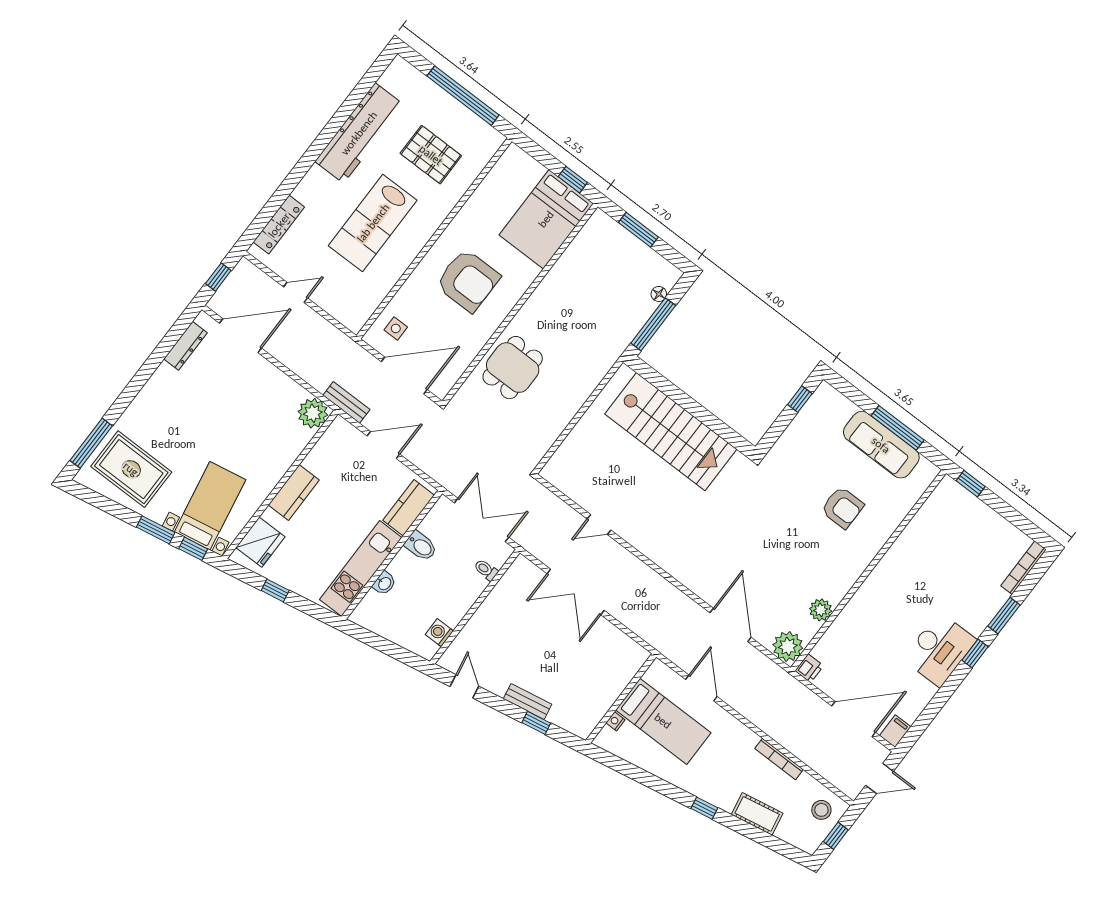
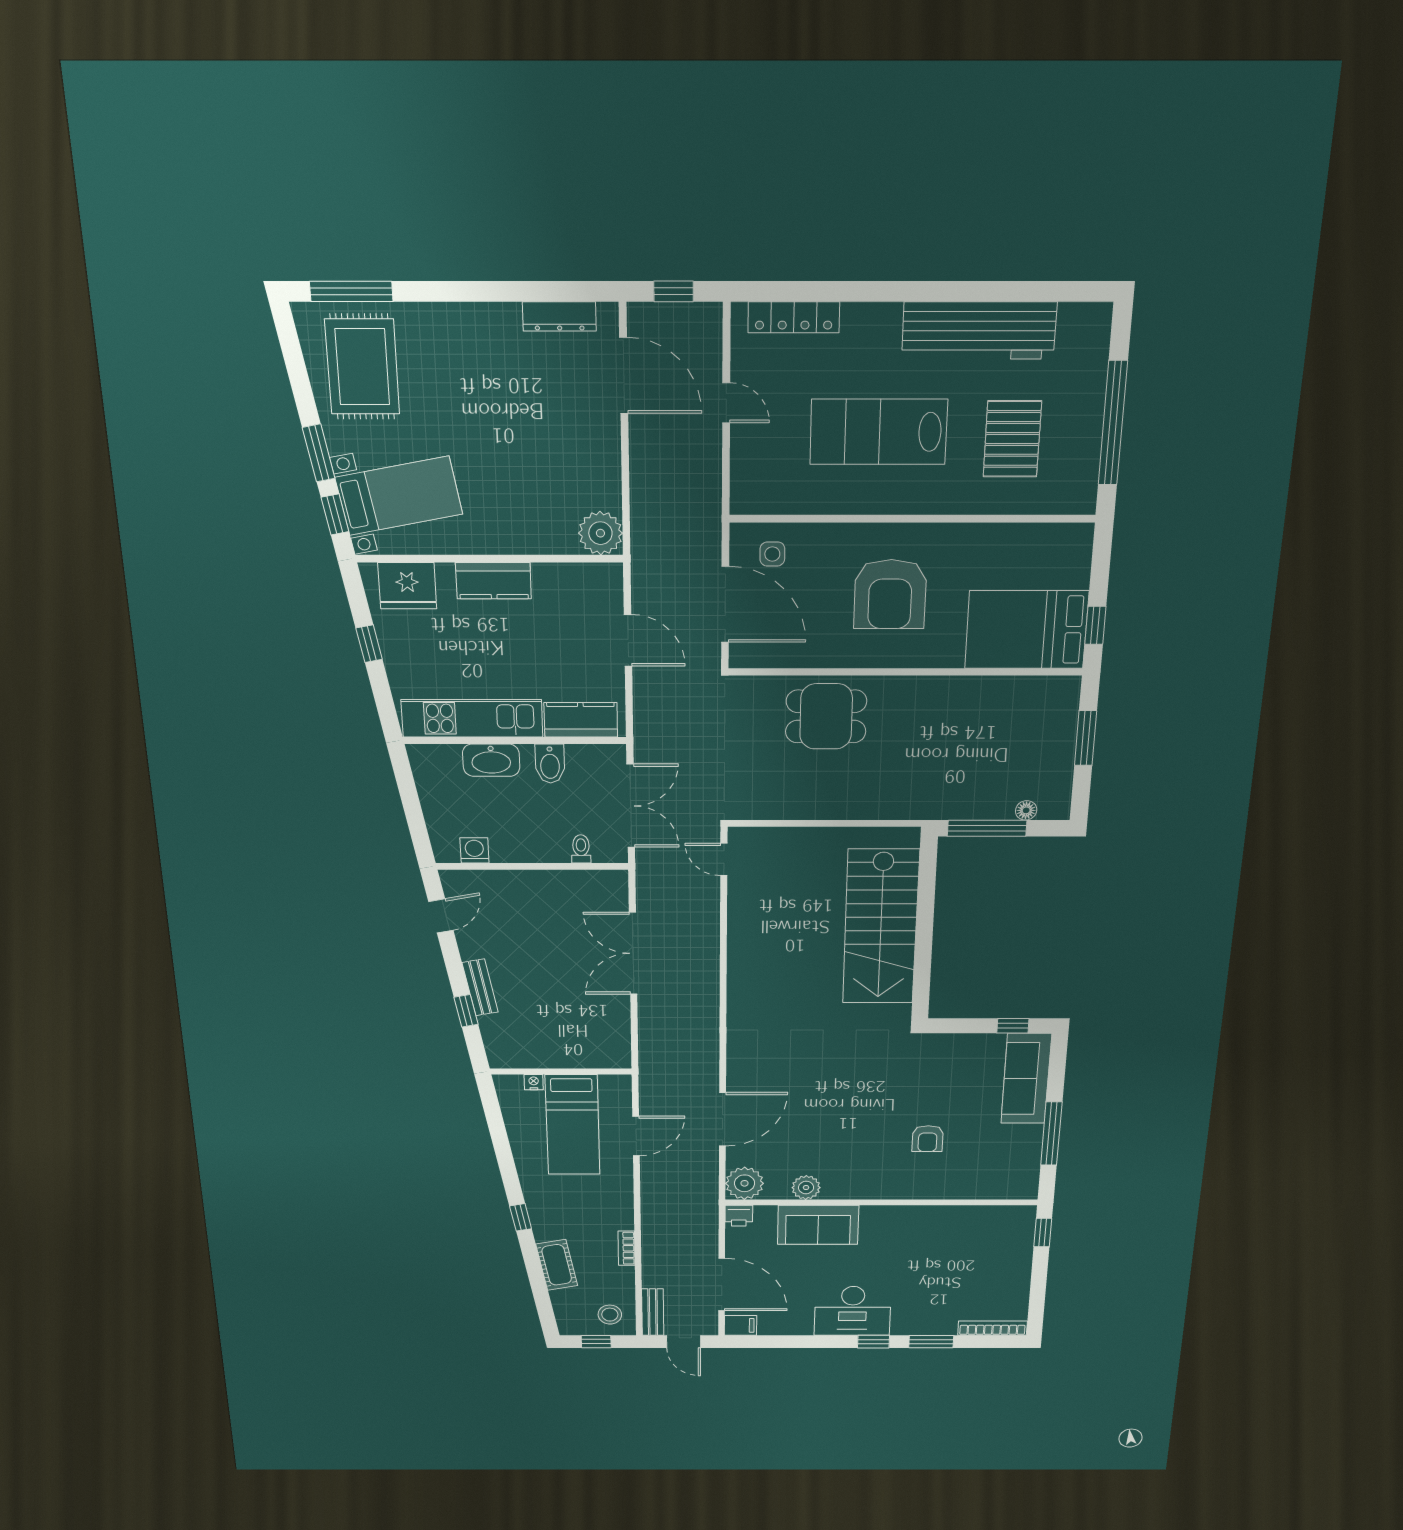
bench: (346, 402) -> (653, 1312), moved
sofa: (881, 445) -> (1026, 1079), moved
armchair: (842, 508) -> (928, 1139), width x0.72, depth x0.72
door: (599, 524) -> (724, 859), moved
washbasin: (384, 583) -> (491, 760), width x1.91, depth x1.45
sofa: (855, 623) -> (818, 1225), added
bookcase: (779, 759) -> (627, 1248), width x0.64

